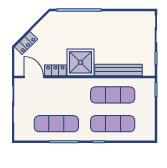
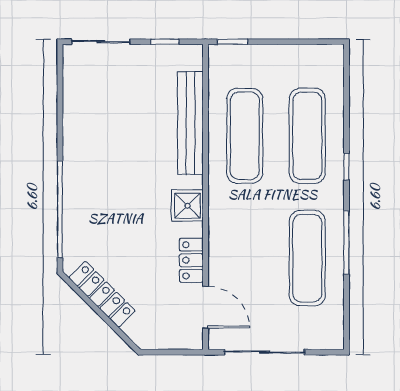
locker: (26, 43) -> (102, 294), moved, width x1.53
shower: (81, 62) -> (187, 206), width x0.54, depth x0.54
door: (34, 77) -> (206, 307), swing flipped

